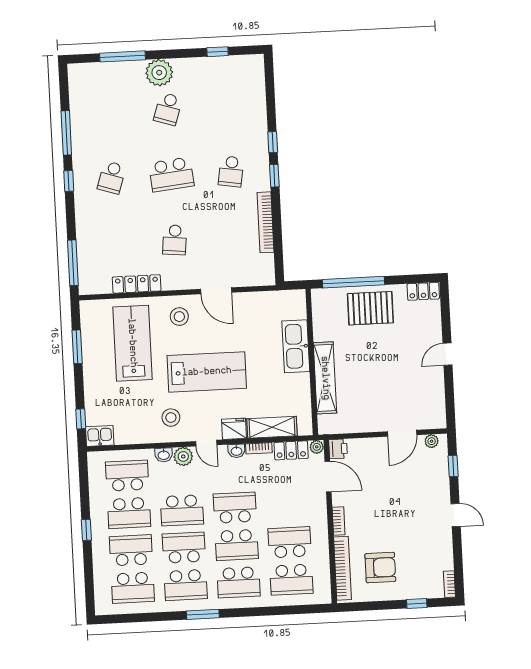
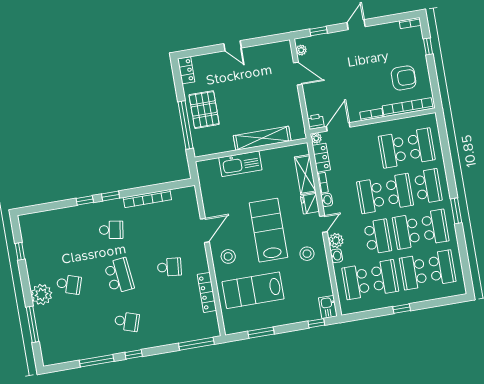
armchair: (380, 568) -> (404, 78), turned 90

